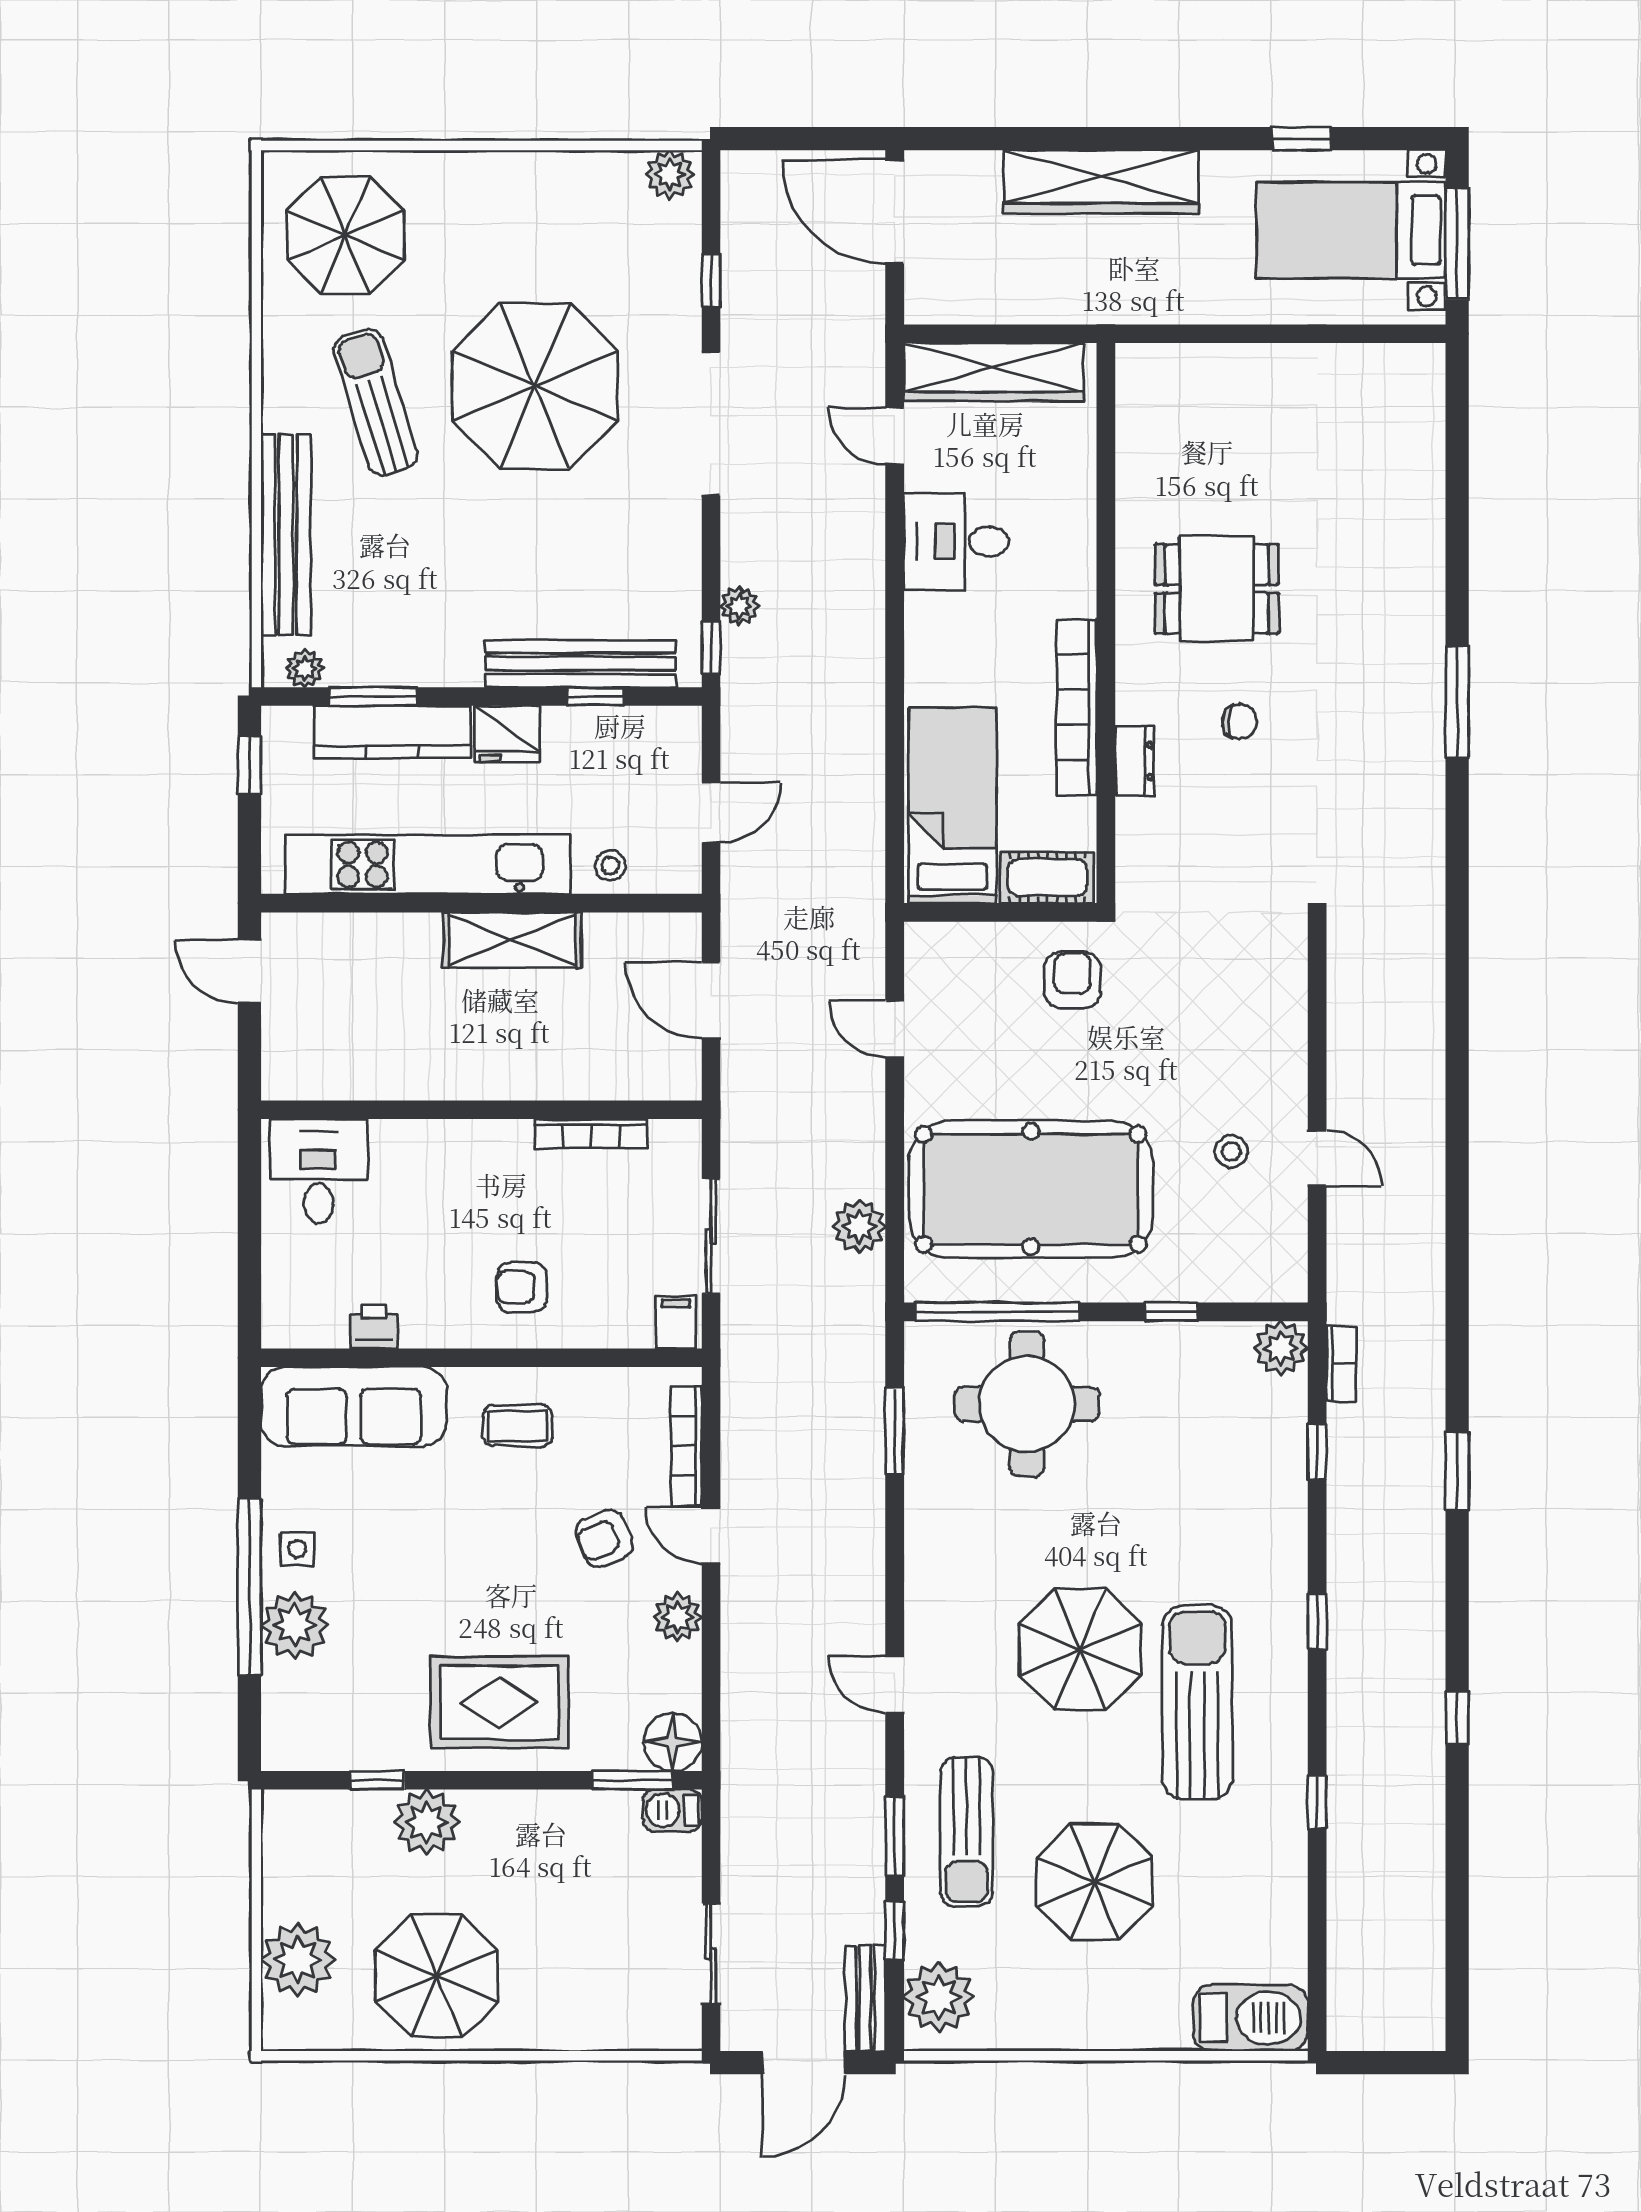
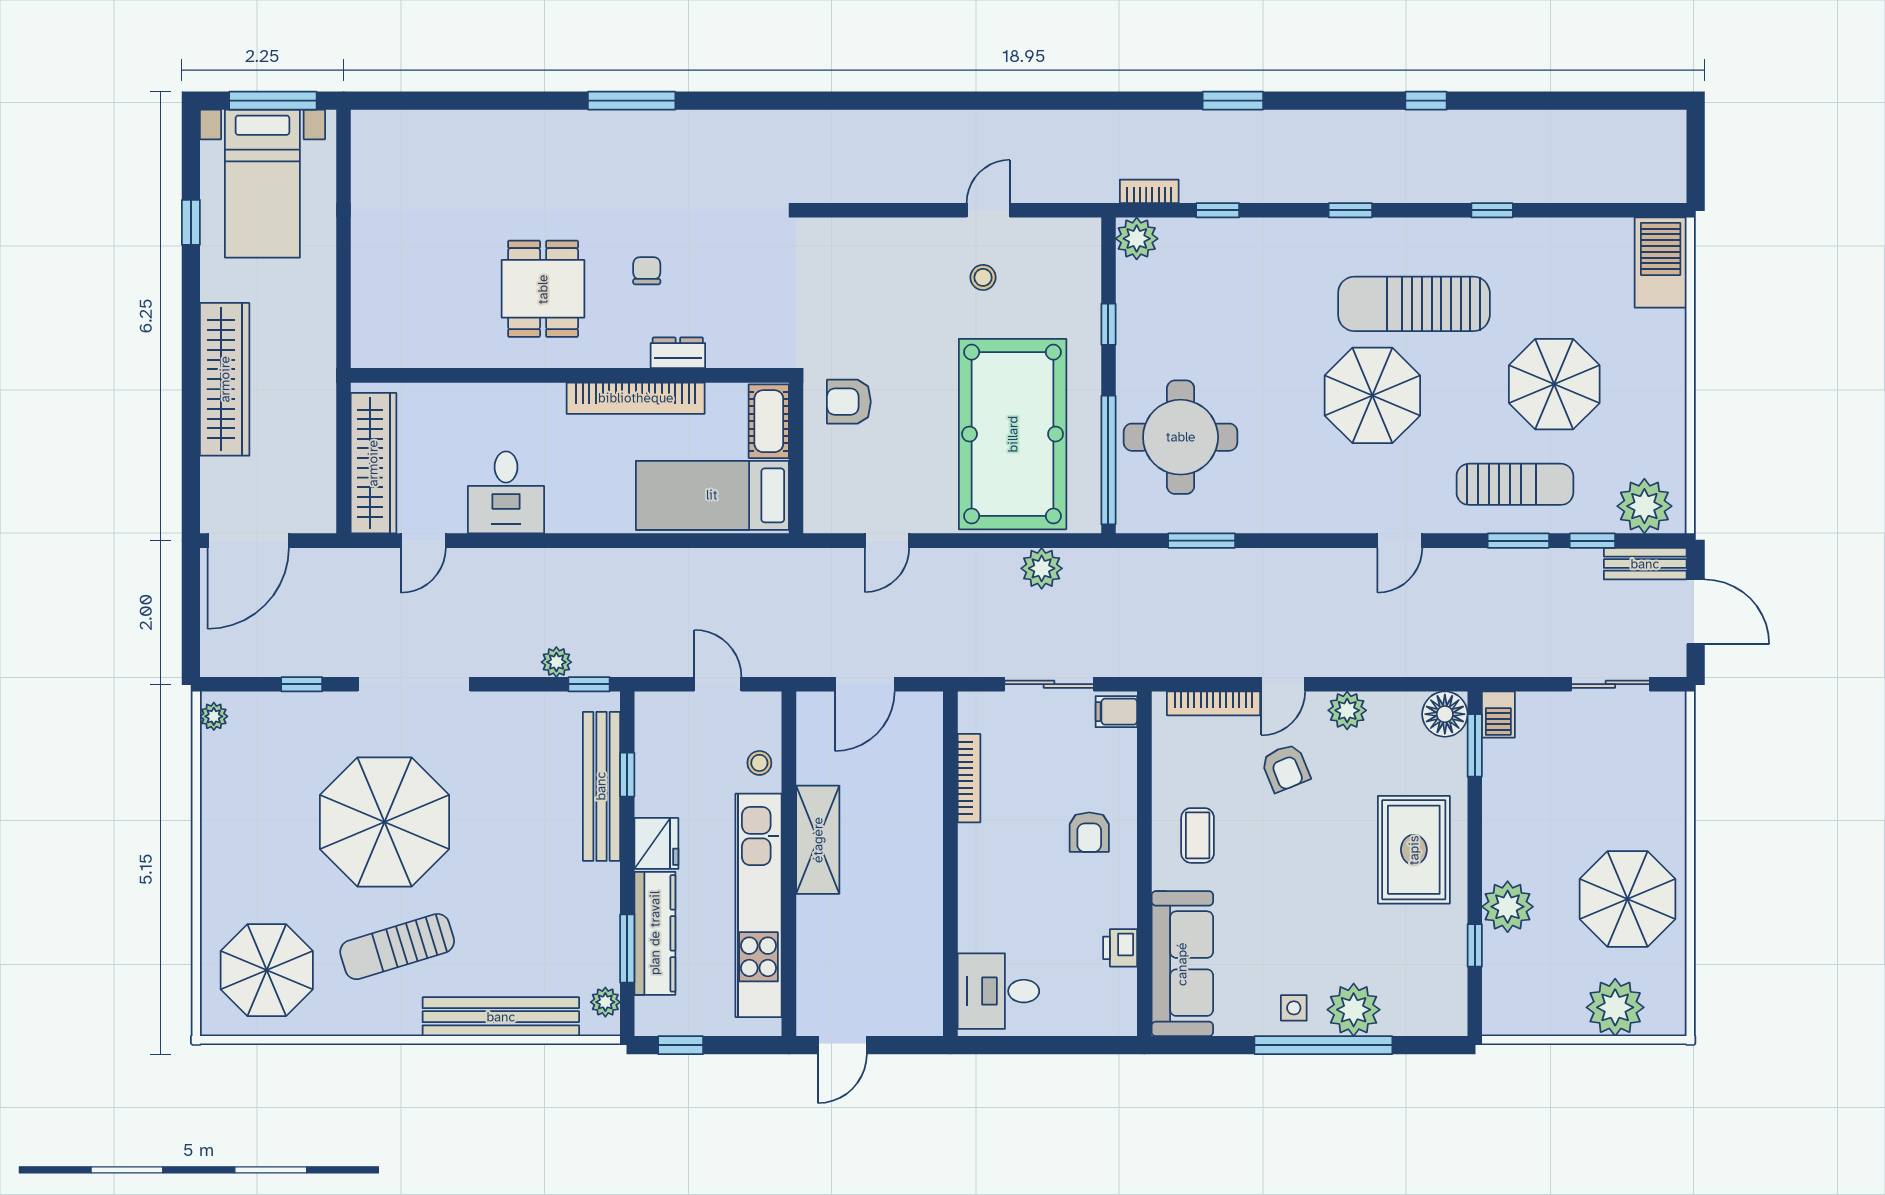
plant: (670, 174) -> (214, 716), width x0.73, depth x0.73

